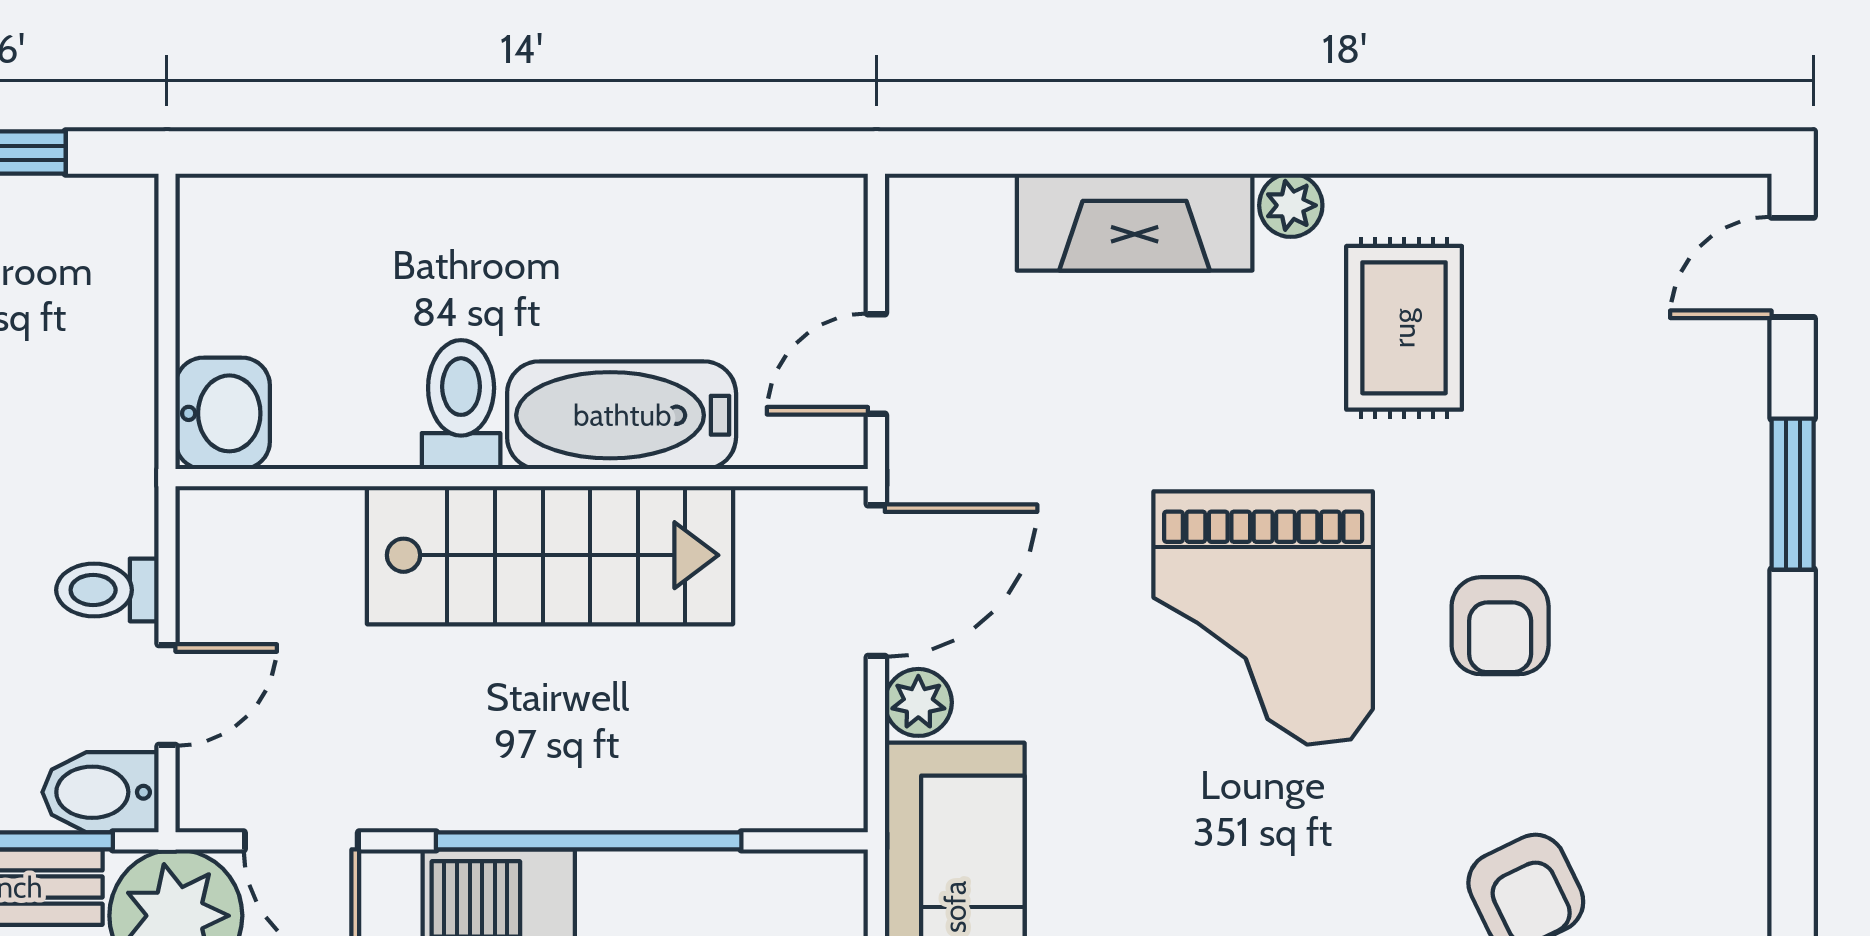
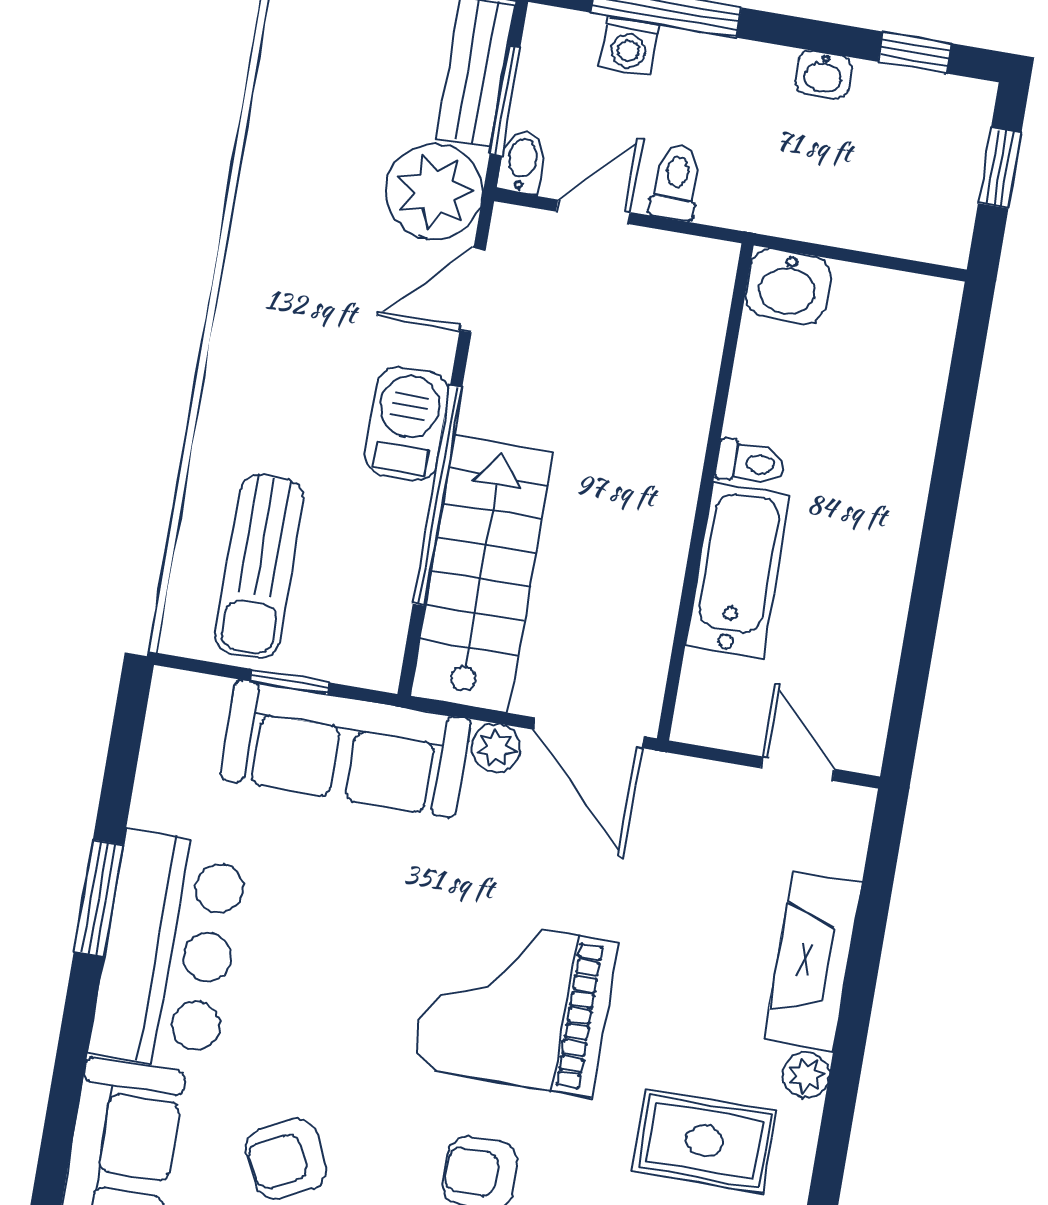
door: (876, 364) -> (797, 769), moved
toilet: (461, 405) -> (751, 463), width x0.73, depth x0.72
stairs: (550, 555) -> (481, 574), moved, turned 180
door: (167, 695) -> (593, 212), swing flipped
bidet: (100, 792) -> (522, 162), width x0.72, depth x0.74

